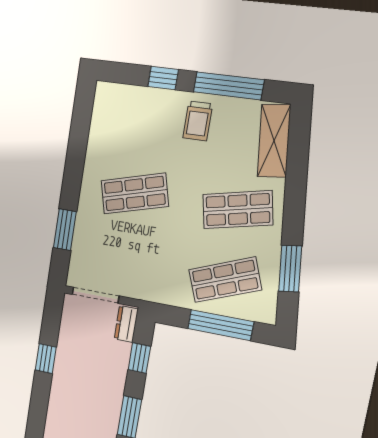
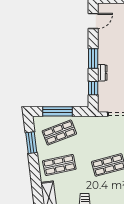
dresser: (126, 324) -> (102, 73), moved

